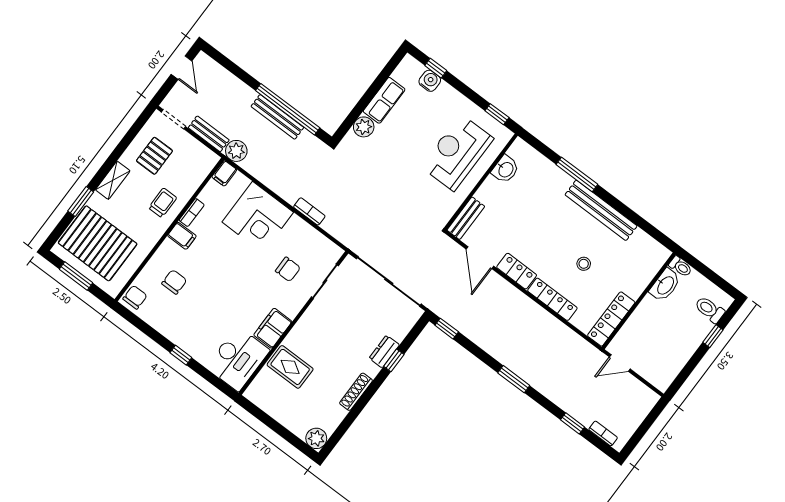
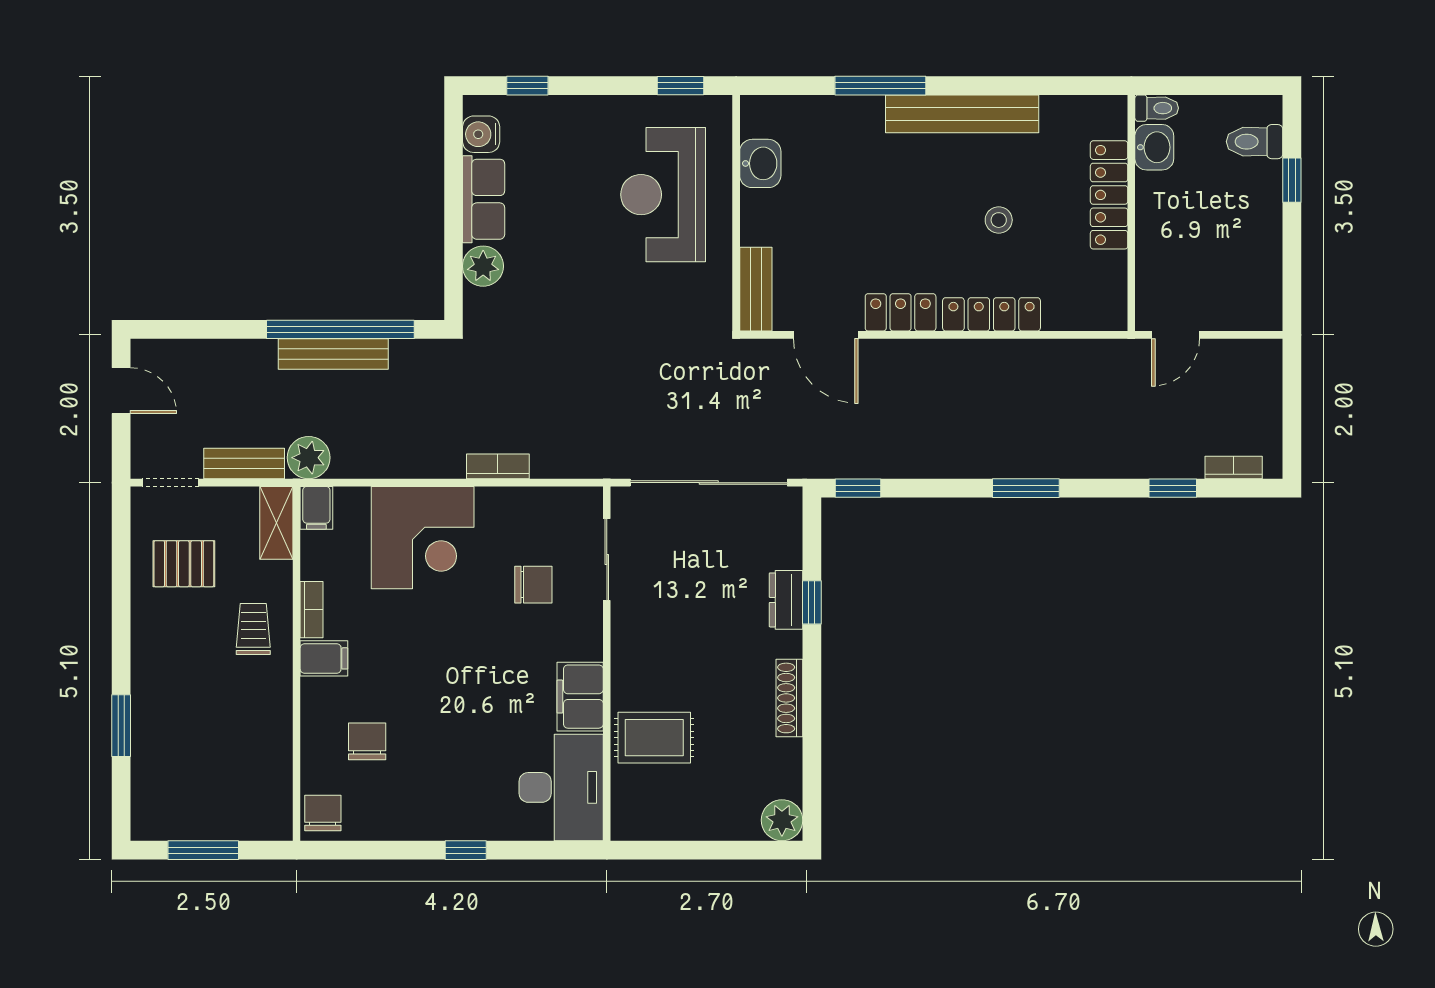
water cooler: (430, 81) -> (481, 134), moved, turned -90
pallet: (154, 156) -> (184, 564), turned 90
shelving: (113, 180) -> (276, 523), moved
pallet: (98, 243) -> (198, 772), removed
washbasin: (665, 285) -> (1154, 147), width x0.72
locker: (611, 319) -> (1109, 195), moved

